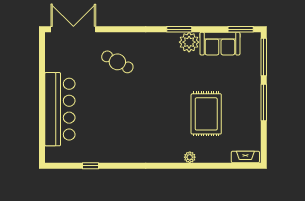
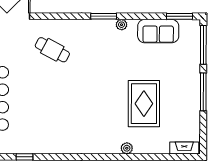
window: (179, 29) -> (104, 16), moved
plant: (189, 42) -> (122, 25), width x0.53, depth x0.53

